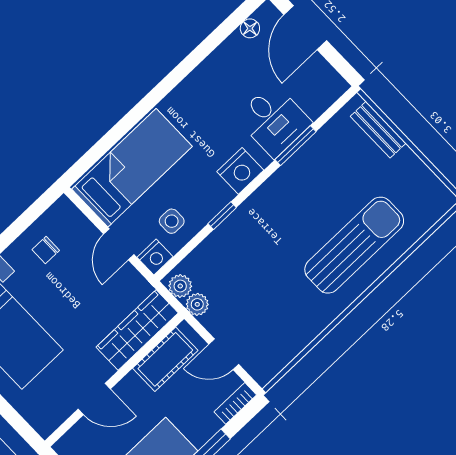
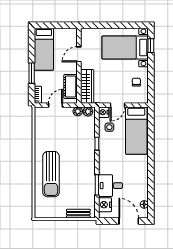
nightstand: (240, 171) -> (105, 205), moved
door: (119, 244) -> (118, 105), swing flipped

